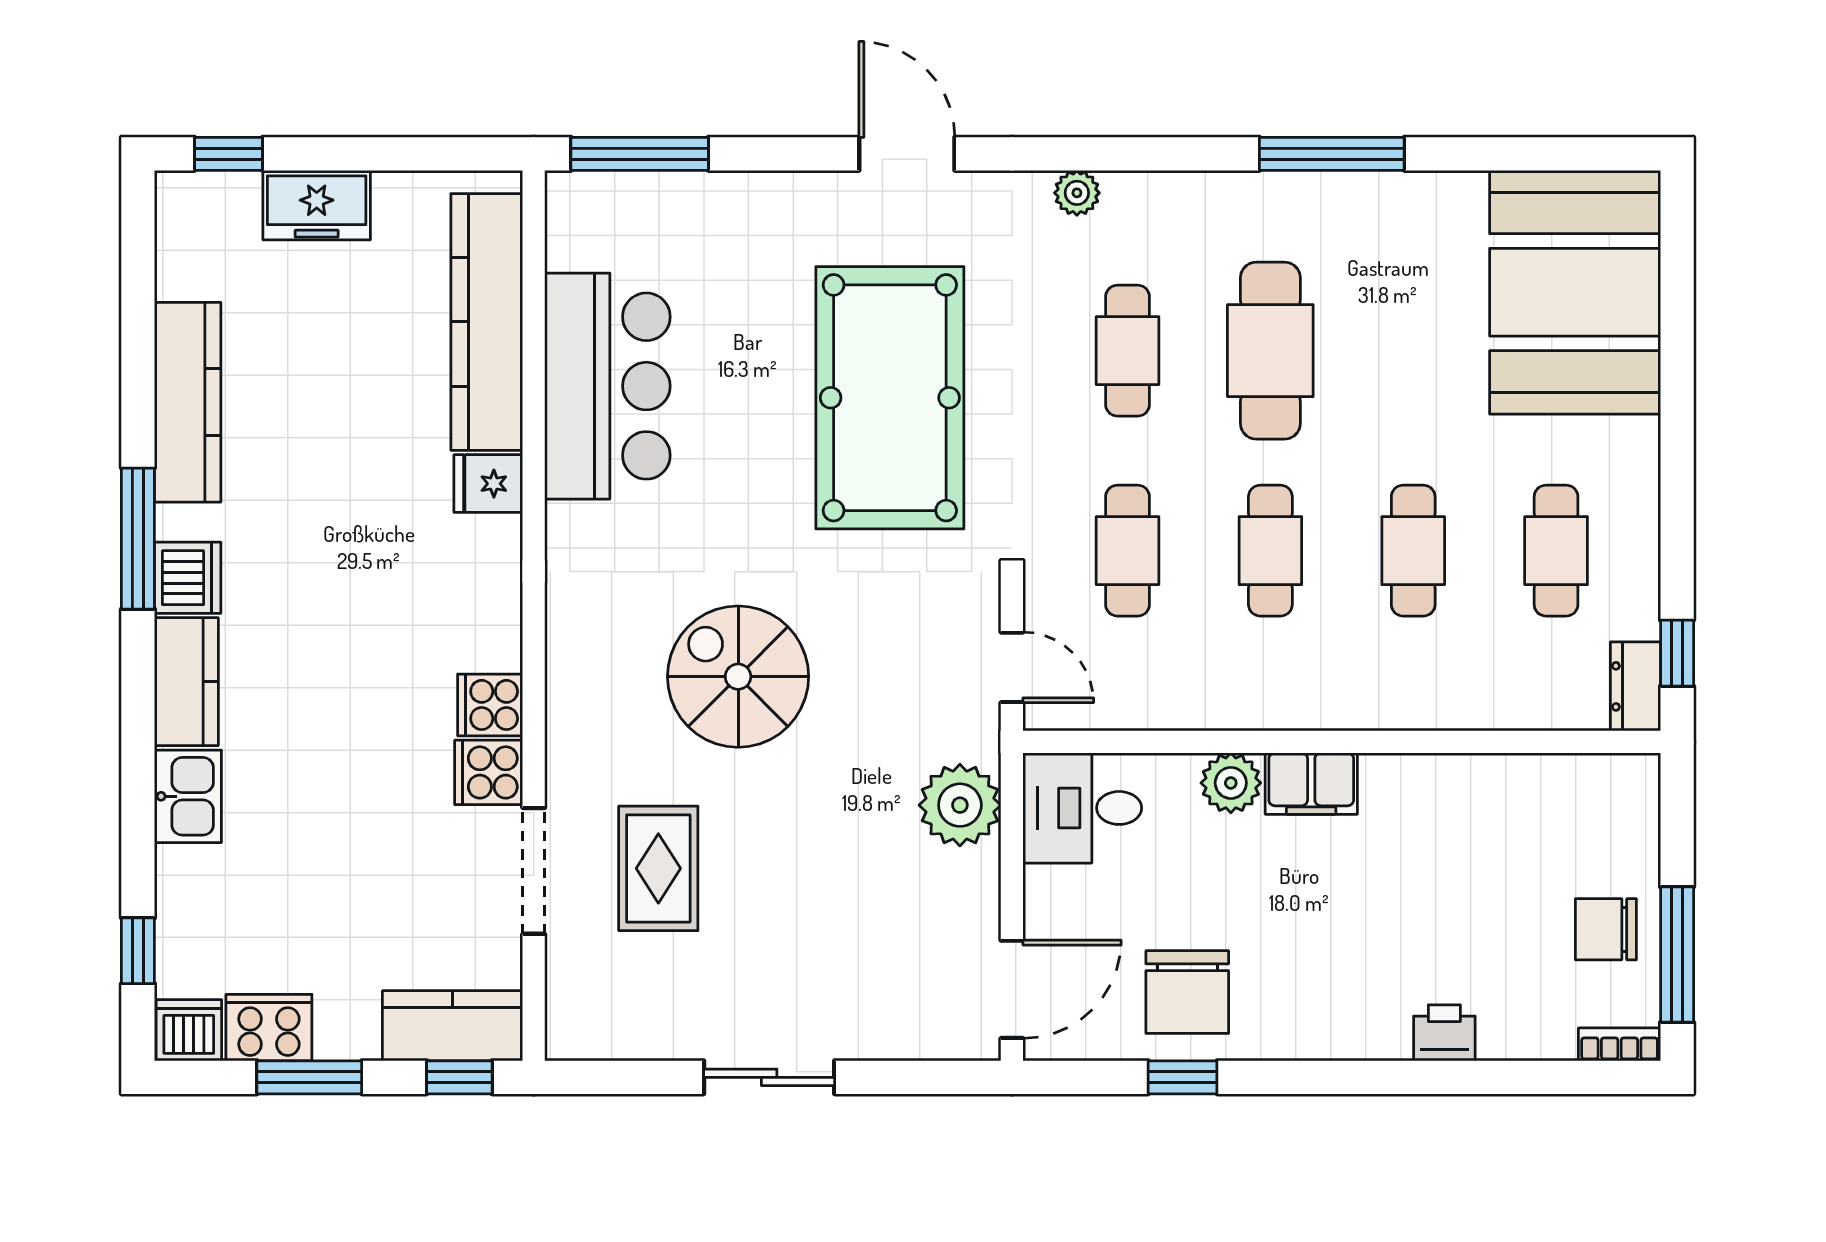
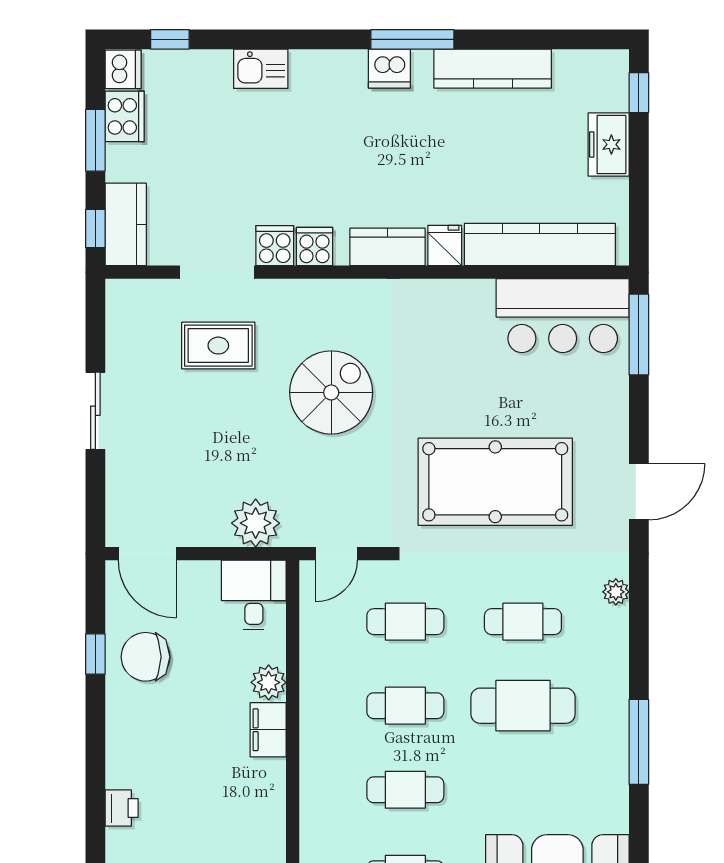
bar counter: (607, 386) -> (563, 316), moved
kitchen counter: (186, 682) -> (388, 247), moved, turned 180

